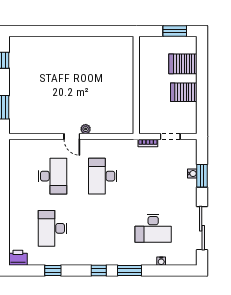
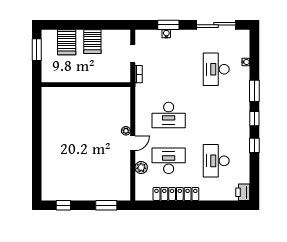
plant: (45, 146) -> (141, 168), added
locker: (16, 184) -> (176, 194), added
desk: (52, 228) -> (216, 161), turned 90
desk: (153, 228) -> (216, 69), turned 180
window: (53, 270) -> (254, 145), moved

